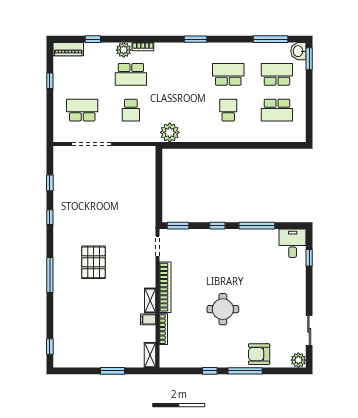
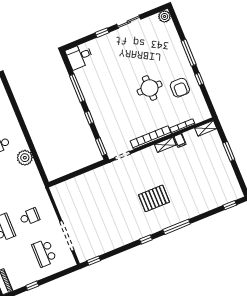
plant: (170, 132) -> (25, 158), moved
window: (50, 183) -> (94, 261), moved
window: (50, 217) -> (146, 239), moved
window: (309, 258) -> (102, 33), moved
sliding door: (309, 330) -> (129, 22), moved
armchair: (259, 354) -> (180, 88), moved

